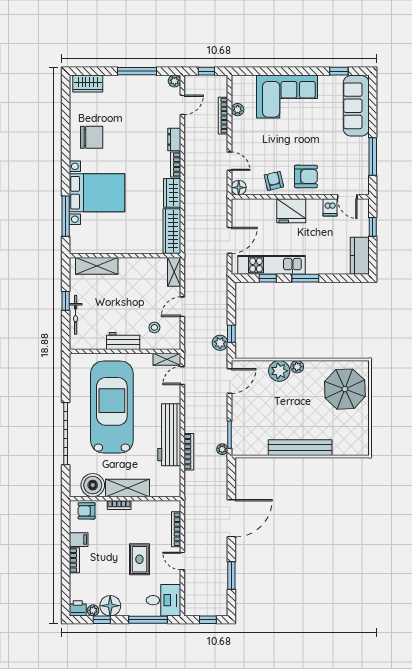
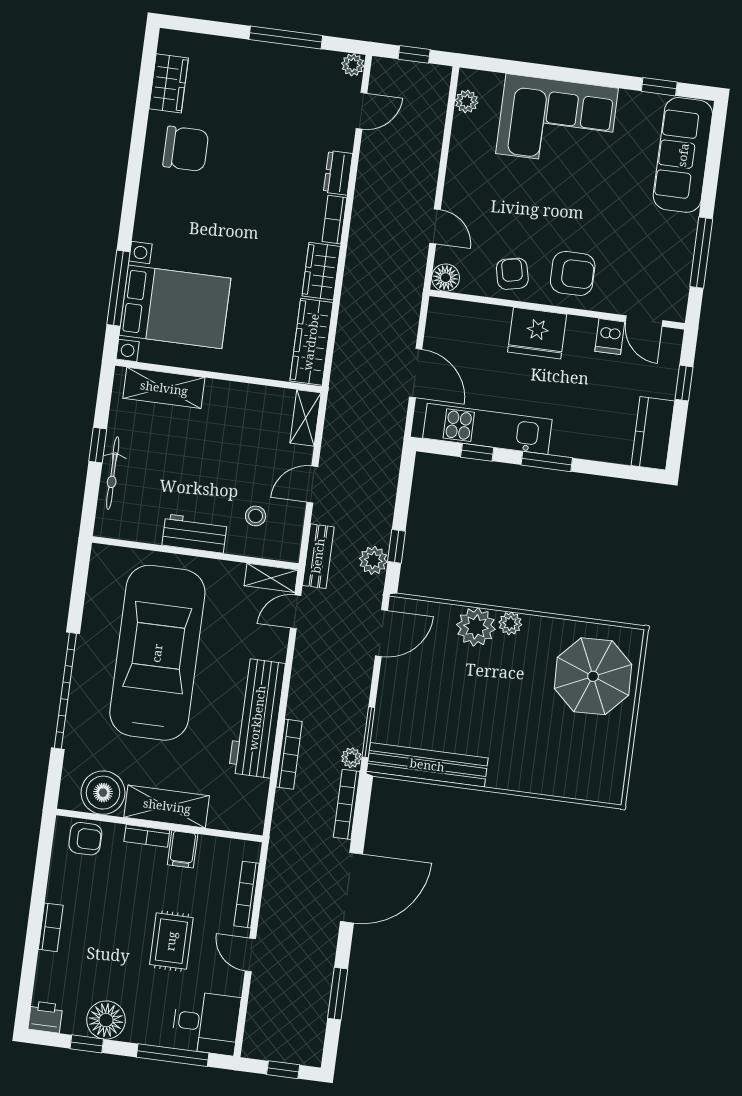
wardrobe: (88, 83) -> (169, 83), moved, turned -90
plant: (238, 110) -> (467, 101), moved
bookcase: (223, 116) -> (347, 804), moved
bed with nightstands: (97, 193) -> (175, 307), moved
door: (230, 240) -> (416, 373), hinge flipped
bench: (191, 344) -> (318, 556), added
bench: (300, 448) -> (427, 765), moved
armchair: (87, 511) -> (85, 839), turned 180
filing cabinet: (79, 540) -> (183, 849), moved, turned 90
plant: (93, 610) -> (73, 1024), removed

